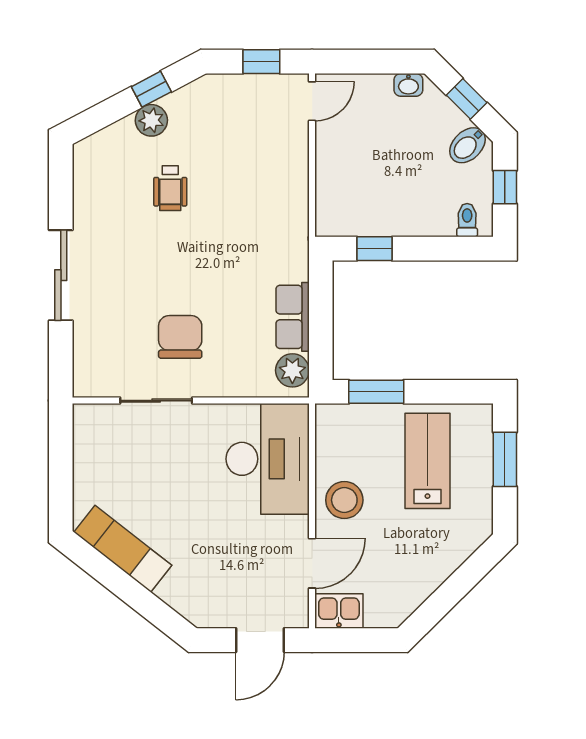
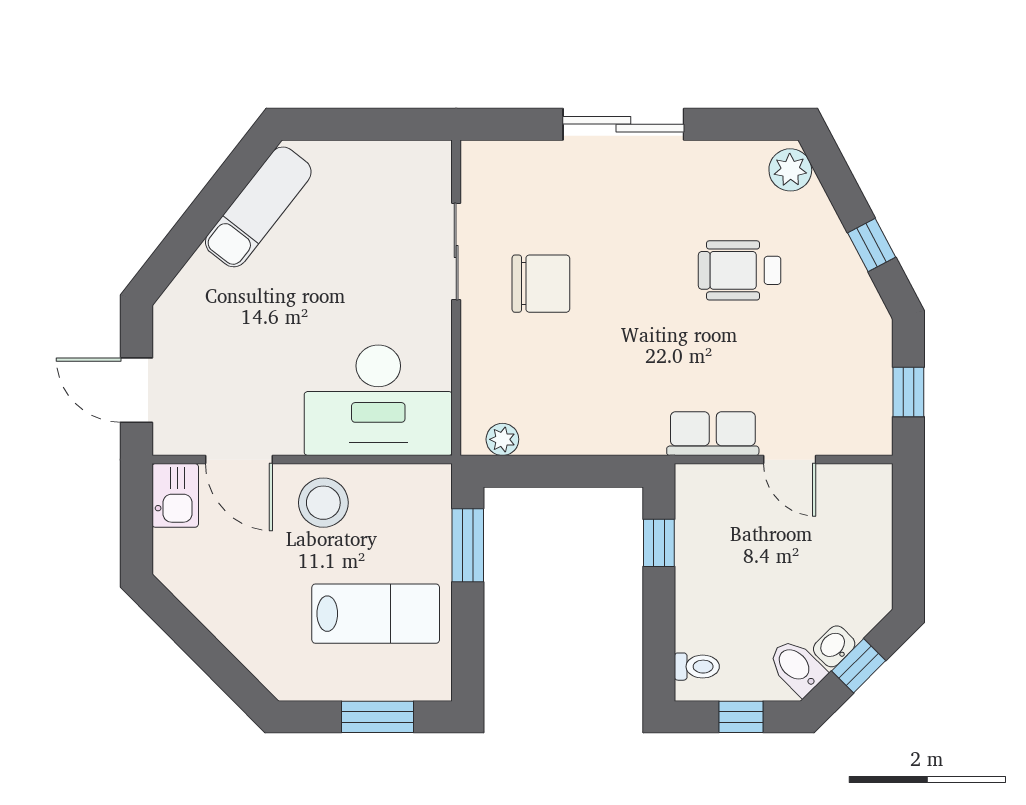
washbasin: (408, 85) -> (834, 646), moved, turned 45
door: (312, 101) -> (790, 460), moved
plant: (151, 120) -> (790, 170), moved
wheelchair: (170, 188) -> (740, 270), width x1.36, depth x1.37
row of seats: (293, 317) -> (713, 434), moved
plant: (292, 370) -> (502, 439), width x0.73, depth x0.73

